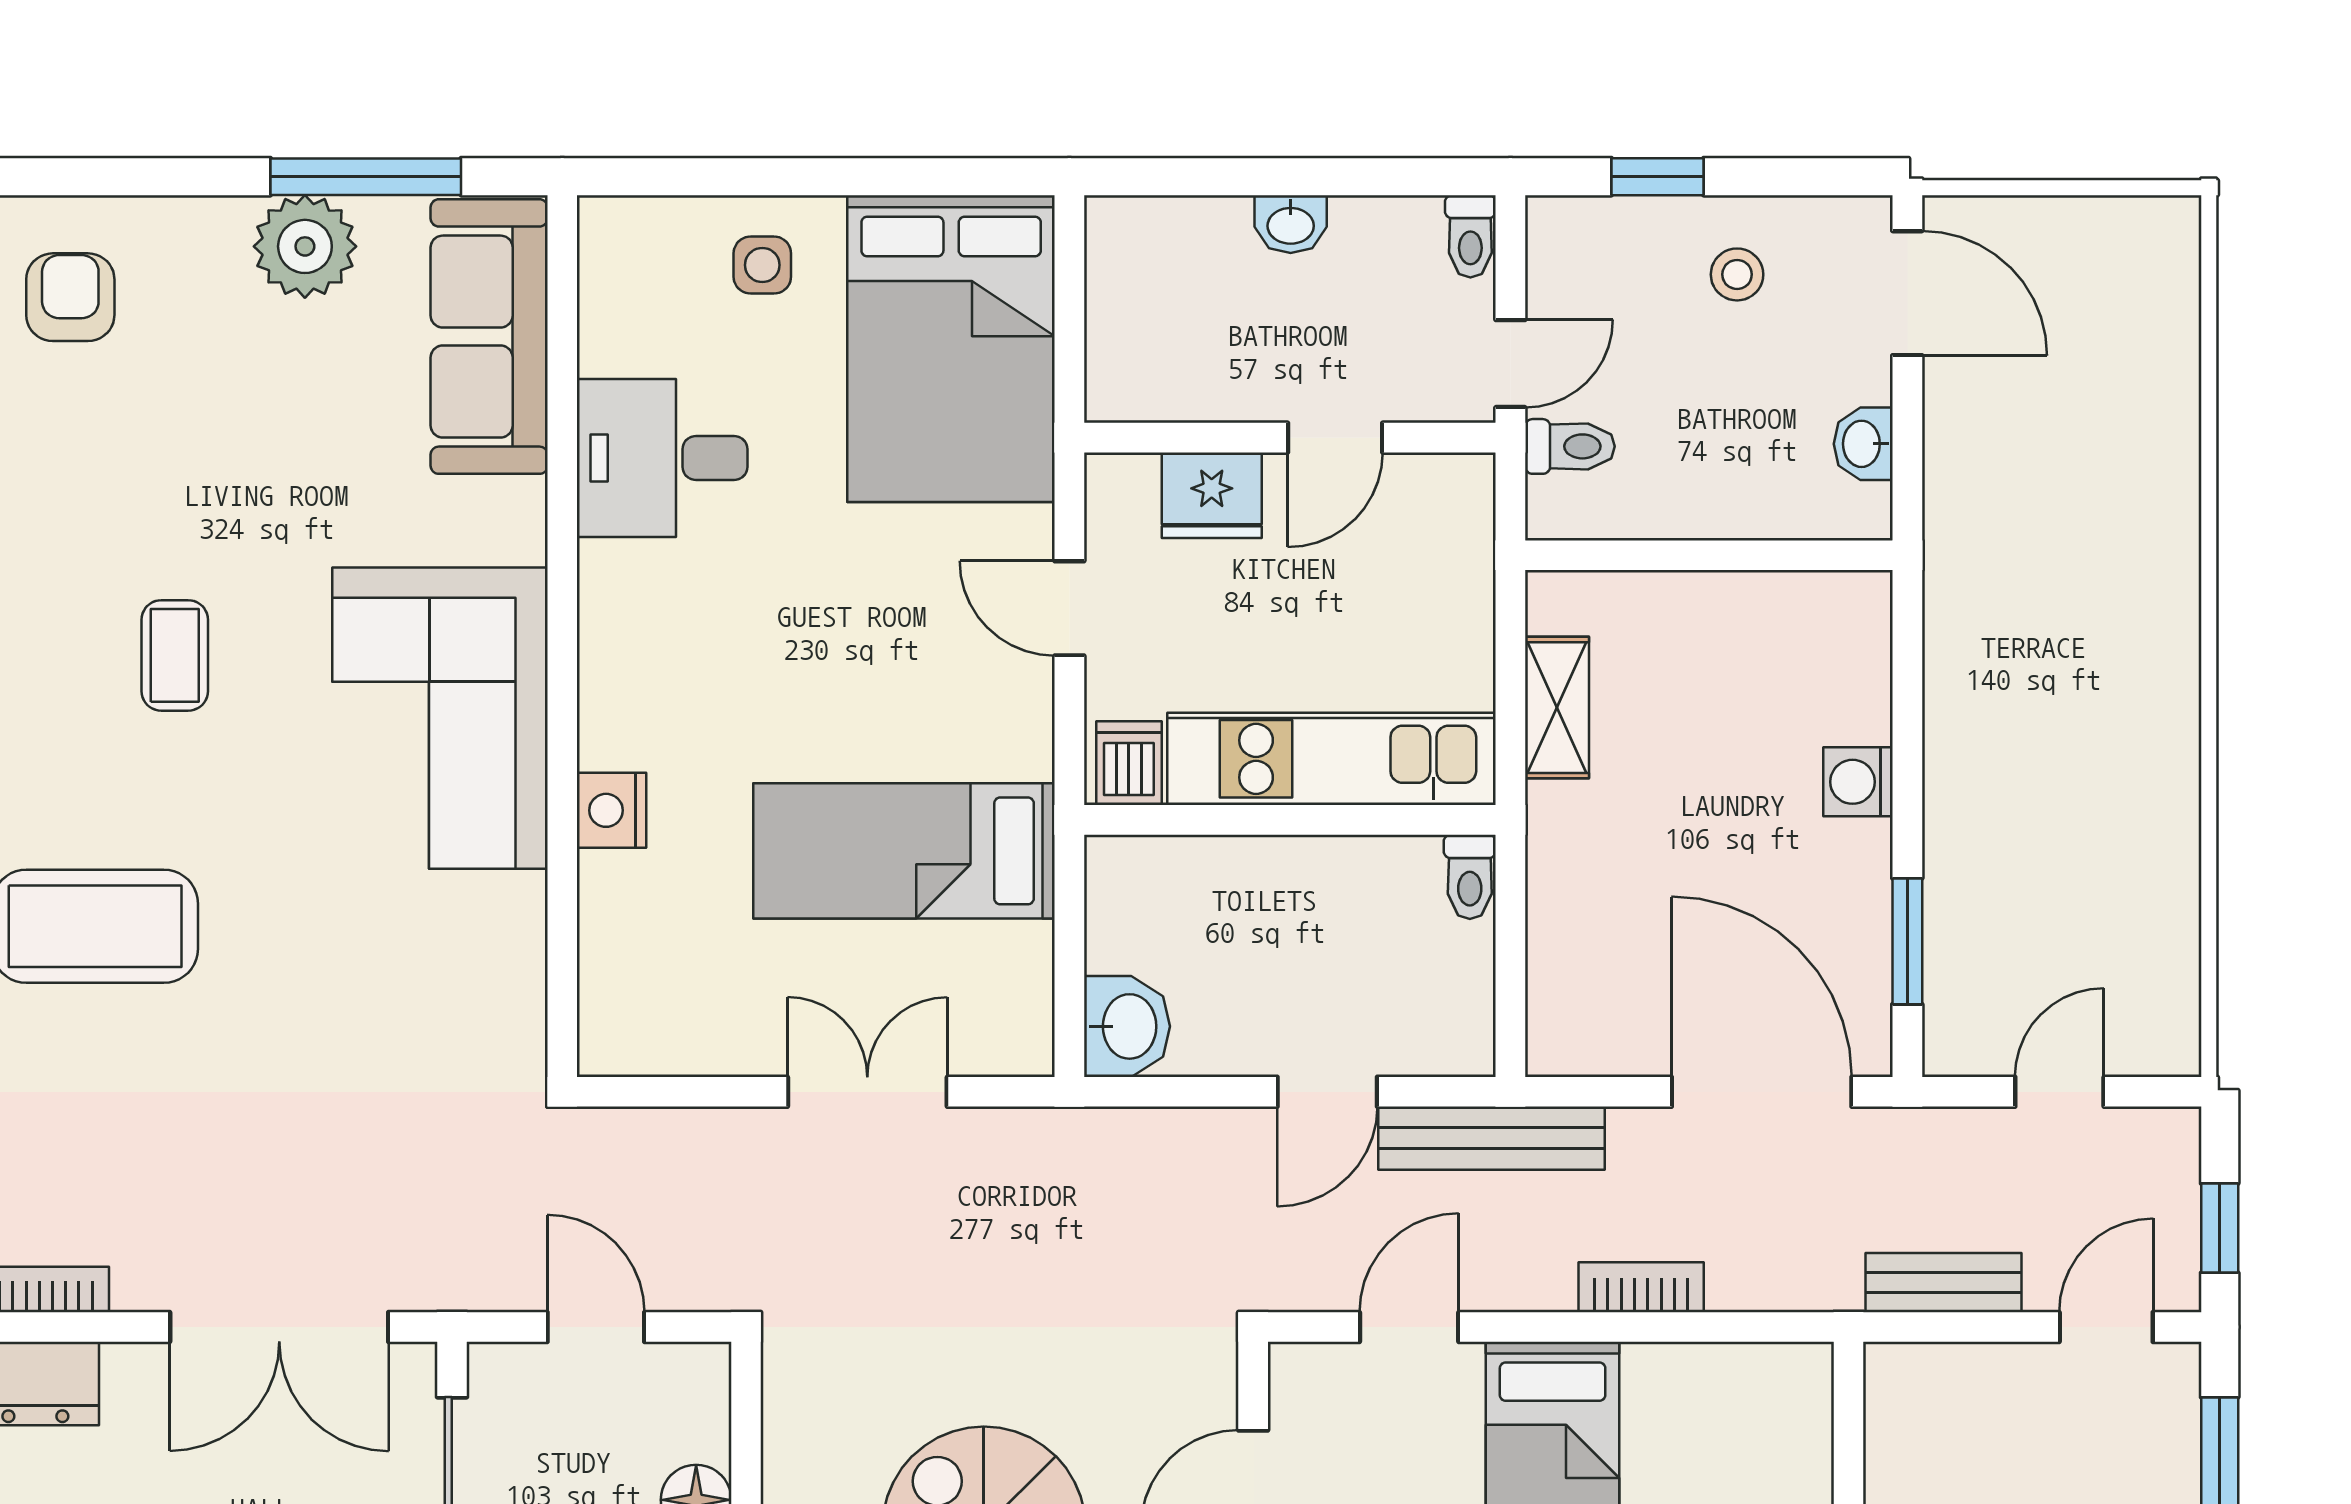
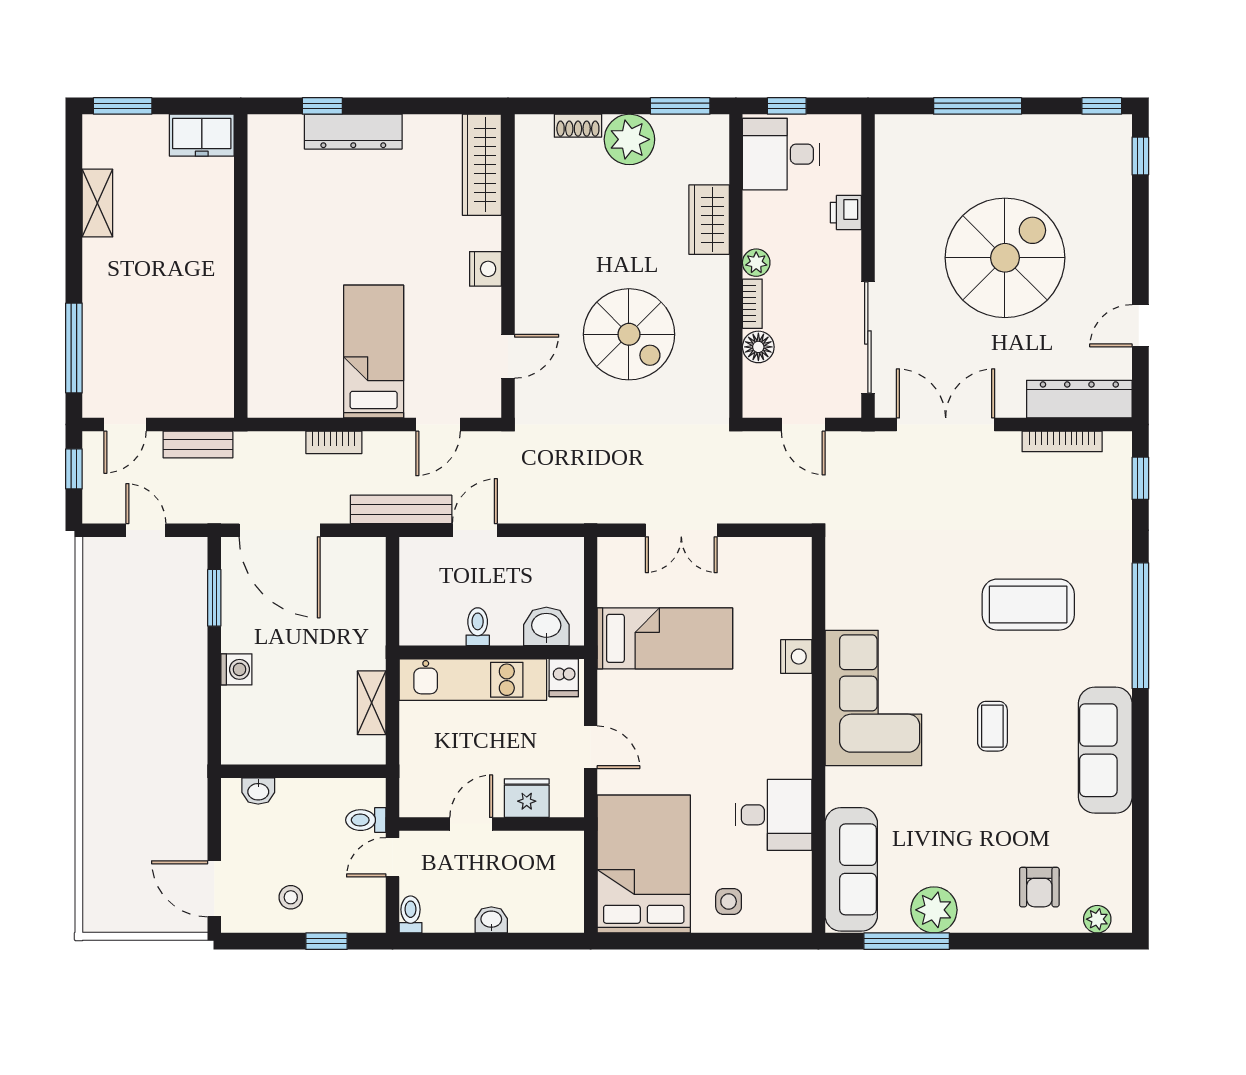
washbasin: (1863, 444) -> (258, 791), moved, turned 90
toilet: (1470, 877) -> (478, 627), moved
washbasin: (1127, 1026) -> (546, 626), moved, turned 90
door: (2059, 1092) -> (146, 530), swing flipped

